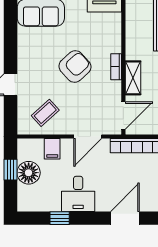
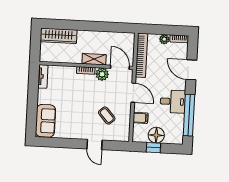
armchair: (75, 67) -> (84, 99), removed
plant: (112, 90) -> (102, 74), added
coffee table: (45, 113) -> (107, 116), moved
window: (60, 218) -> (189, 115), width x3.17

